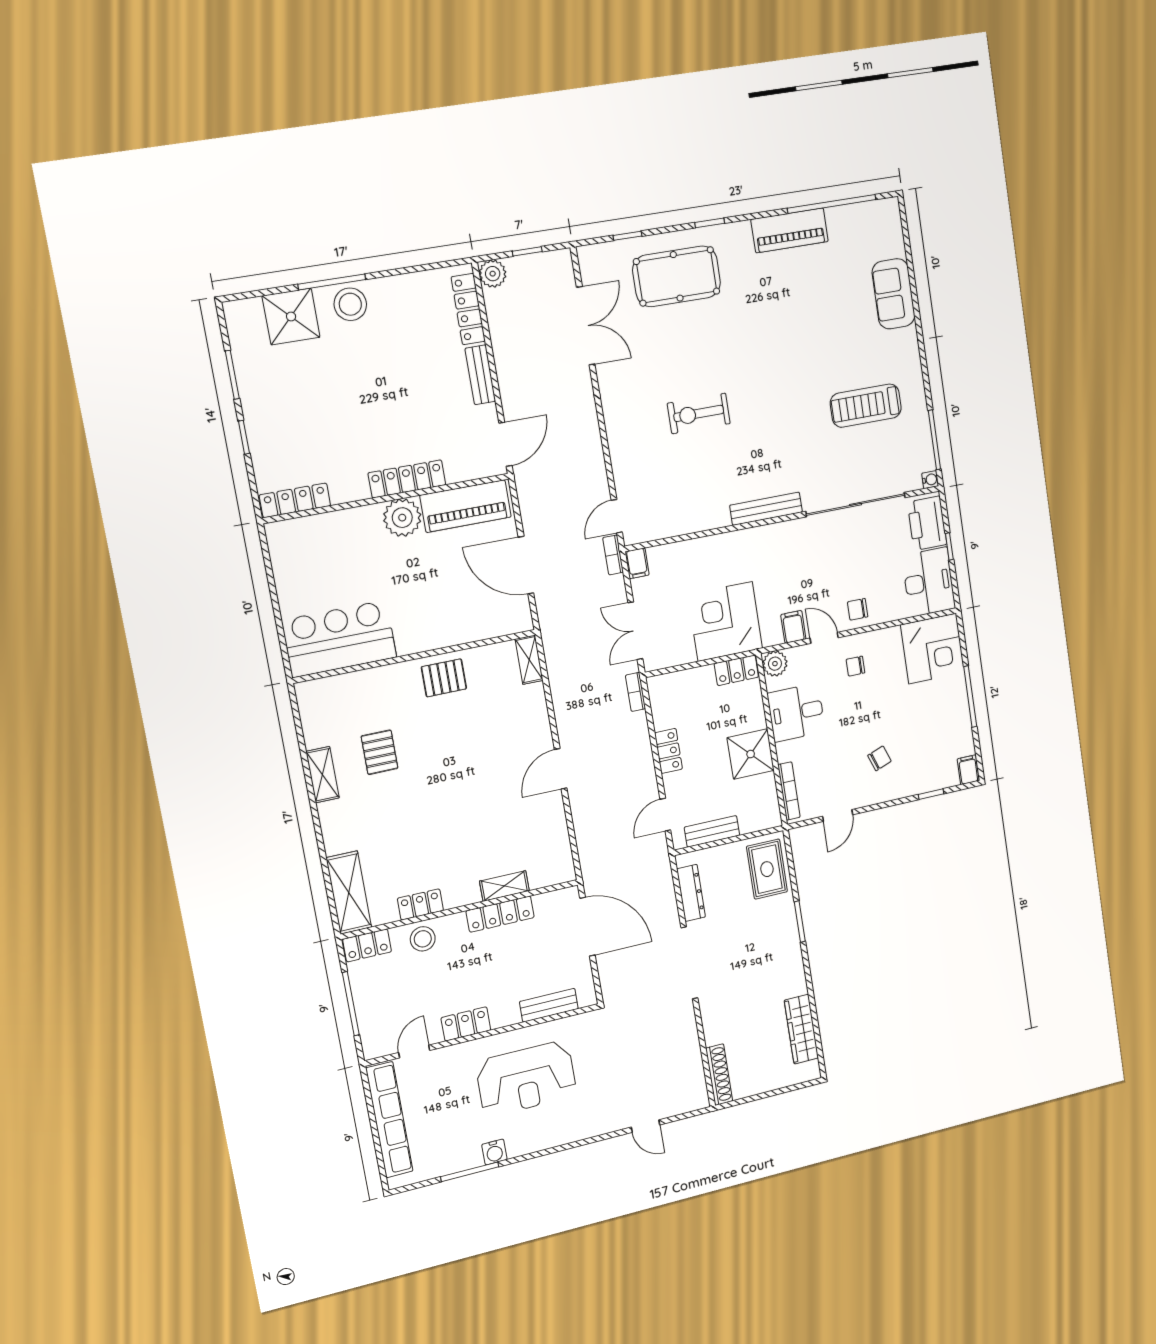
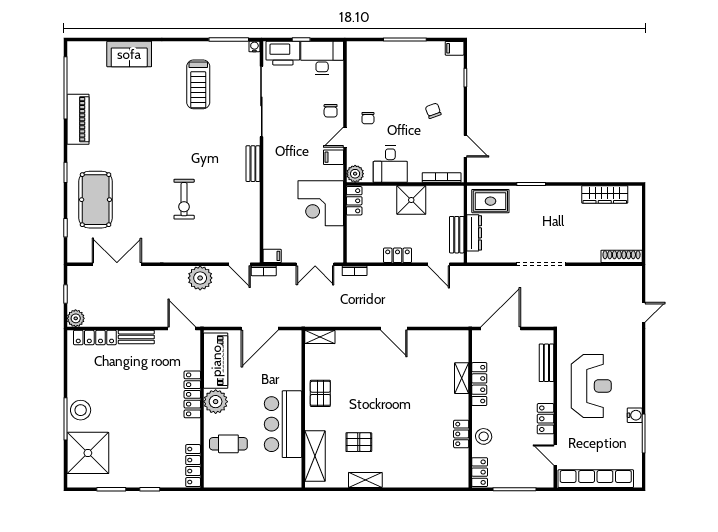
shower: (291, 316) -> (88, 453), width x1.37, depth x1.37
plant: (586, 459) -> (200, 278), added
bench: (766, 509) -> (253, 164), width x0.73
cafe table: (340, 550) -> (228, 444), added
bar counter: (339, 639) -> (283, 424), moved
corner desk: (933, 648) -> (367, 62), removed
shelving: (349, 893) -> (315, 456), moved, turned 90
dresser: (691, 893) -> (474, 233), moved, turned 90

